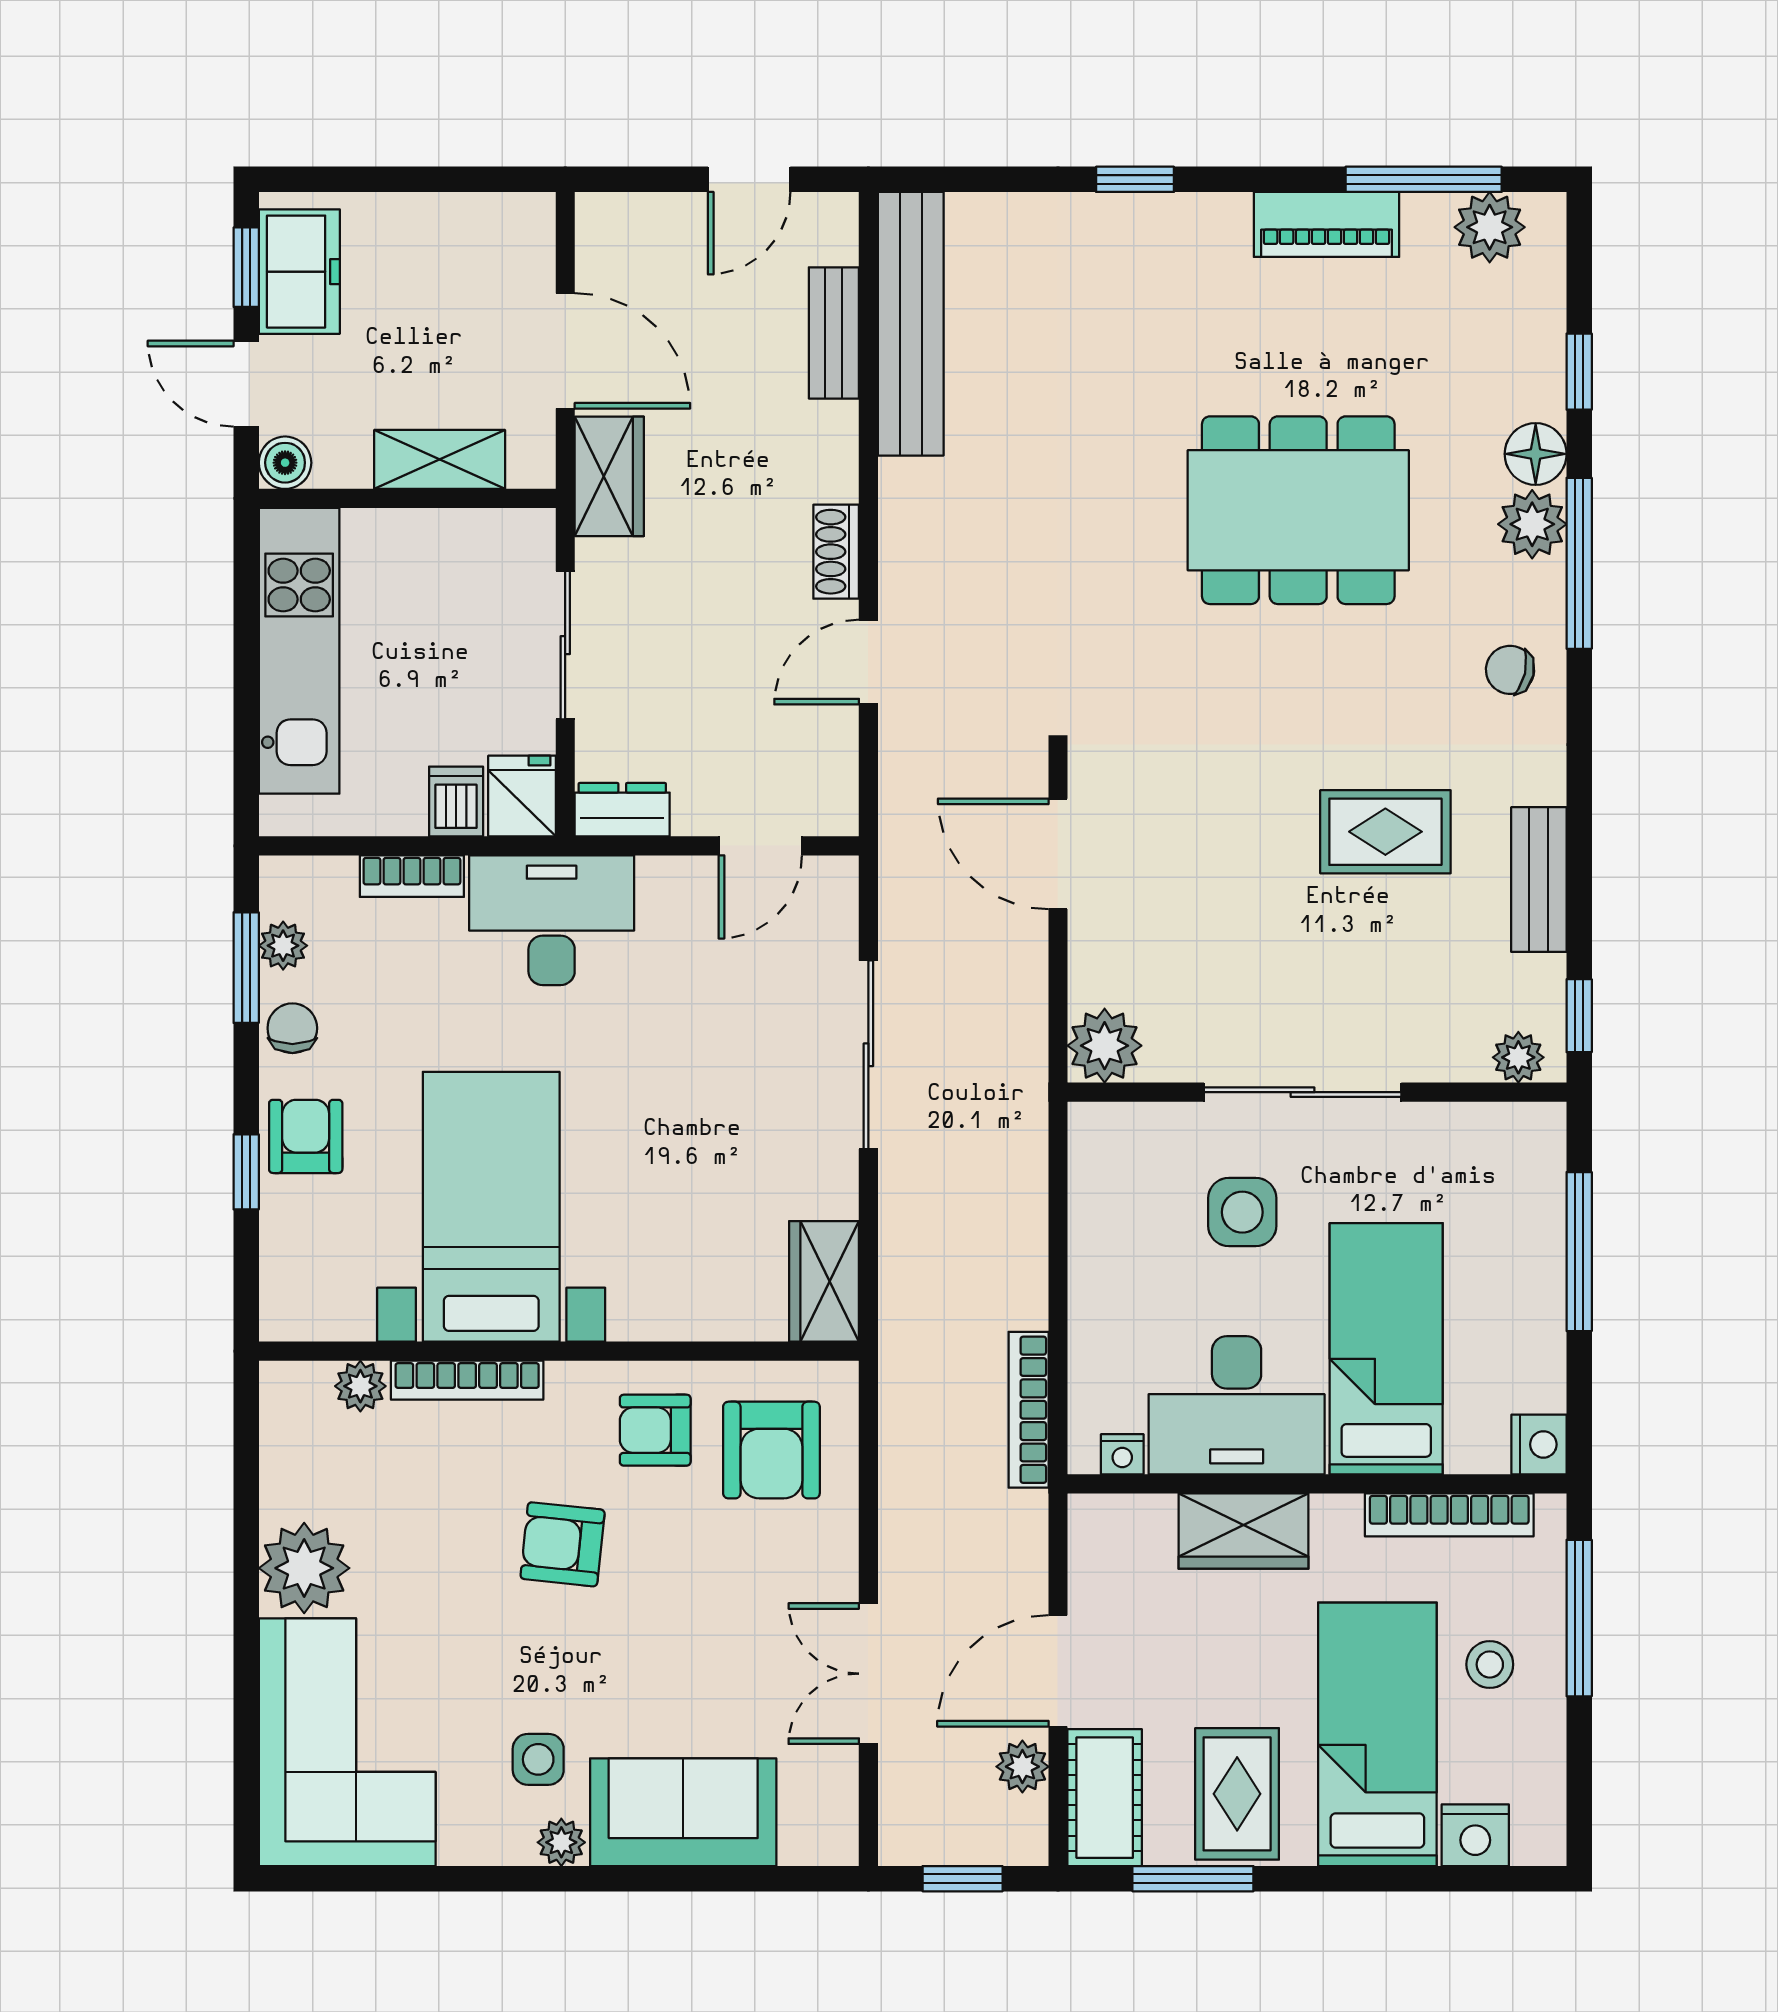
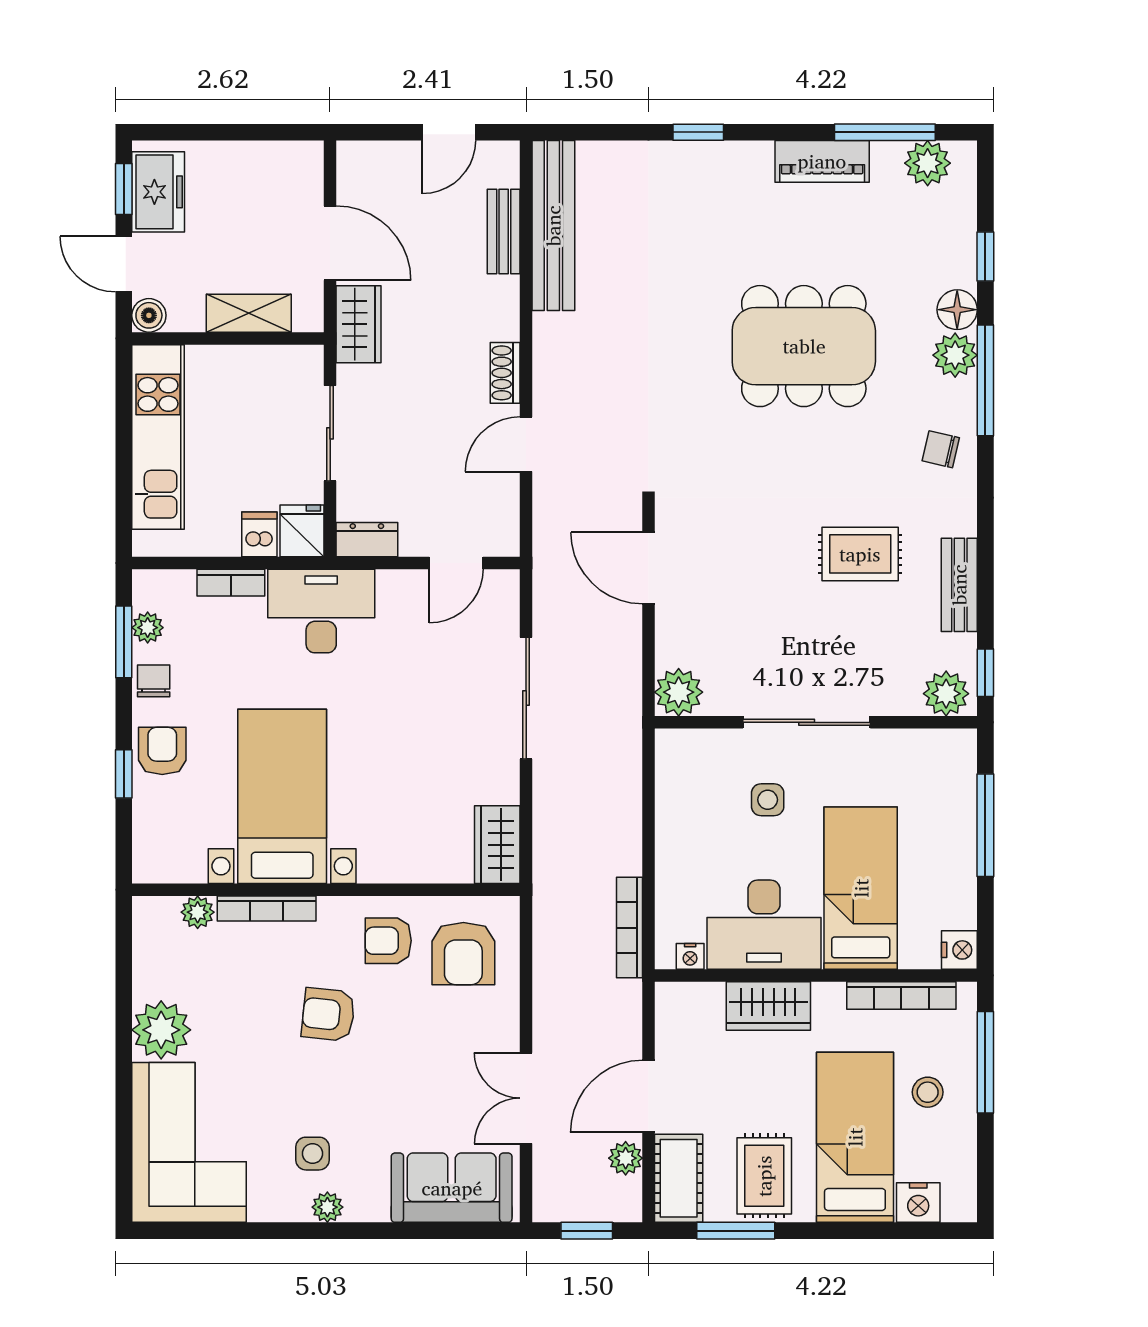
plant: (1518, 1057) -> (946, 694), width x1.38, depth x1.38
side table: (1242, 1212) -> (768, 800), width x0.73, depth x0.73
sofa: (683, 1812) -> (452, 1188), moved

